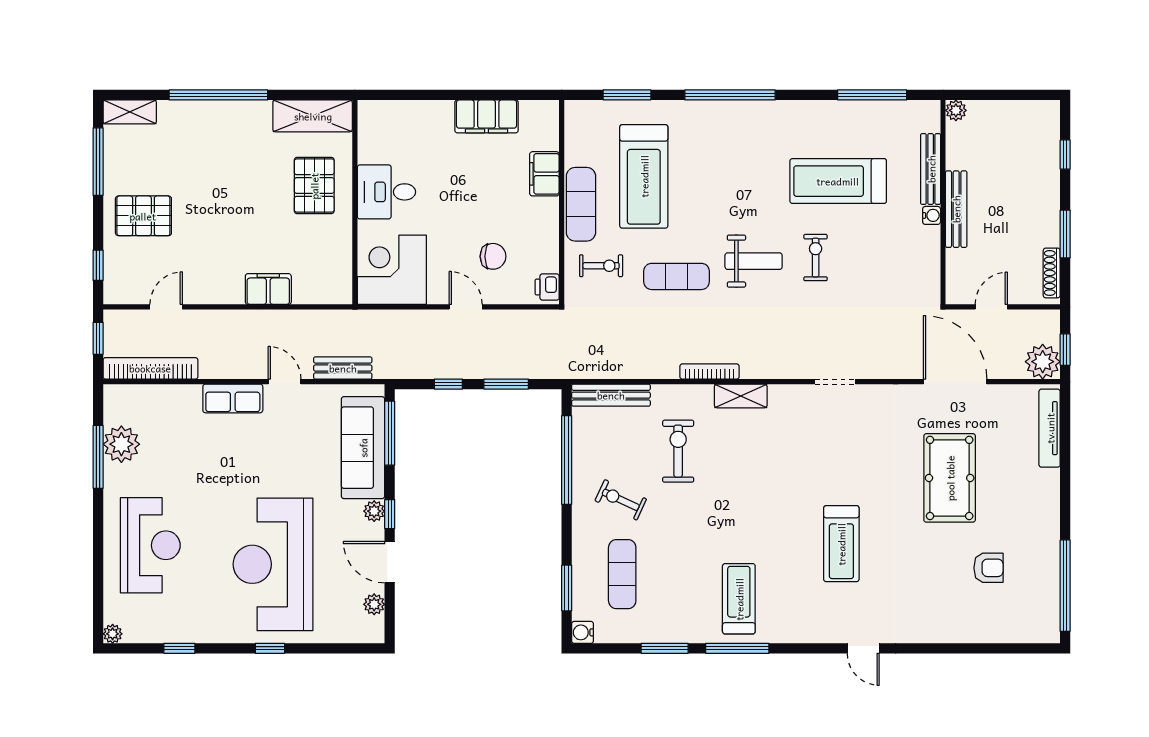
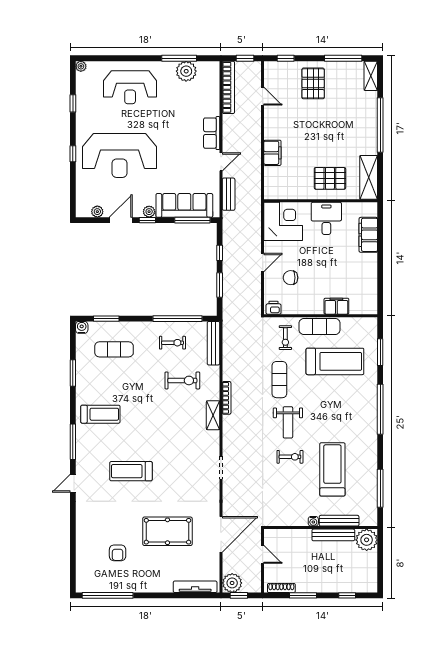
plant: (956, 110) -> (367, 540), width x1.88, depth x1.88
filing cabinet: (487, 116) -> (368, 235), moved
treadmill: (644, 176) -> (335, 361), turned 180
bench: (956, 209) -> (333, 535), moved
chair: (493, 256) -> (291, 278), turned 90
exercise bike: (621, 500) -> (172, 343), moved, turned 65
reception desk: (273, 564) -> (119, 155), turned 180
window: (737, 648) -> (73, 442), moved

